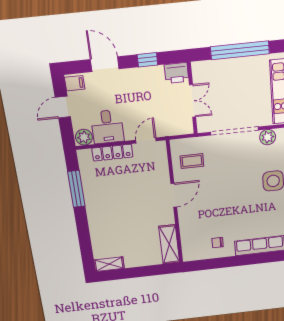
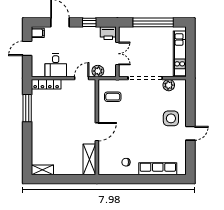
plant: (84, 137) -> (98, 71), moved
locker: (112, 153) -> (46, 84), moved
door: (174, 195) -> (97, 132), moved

